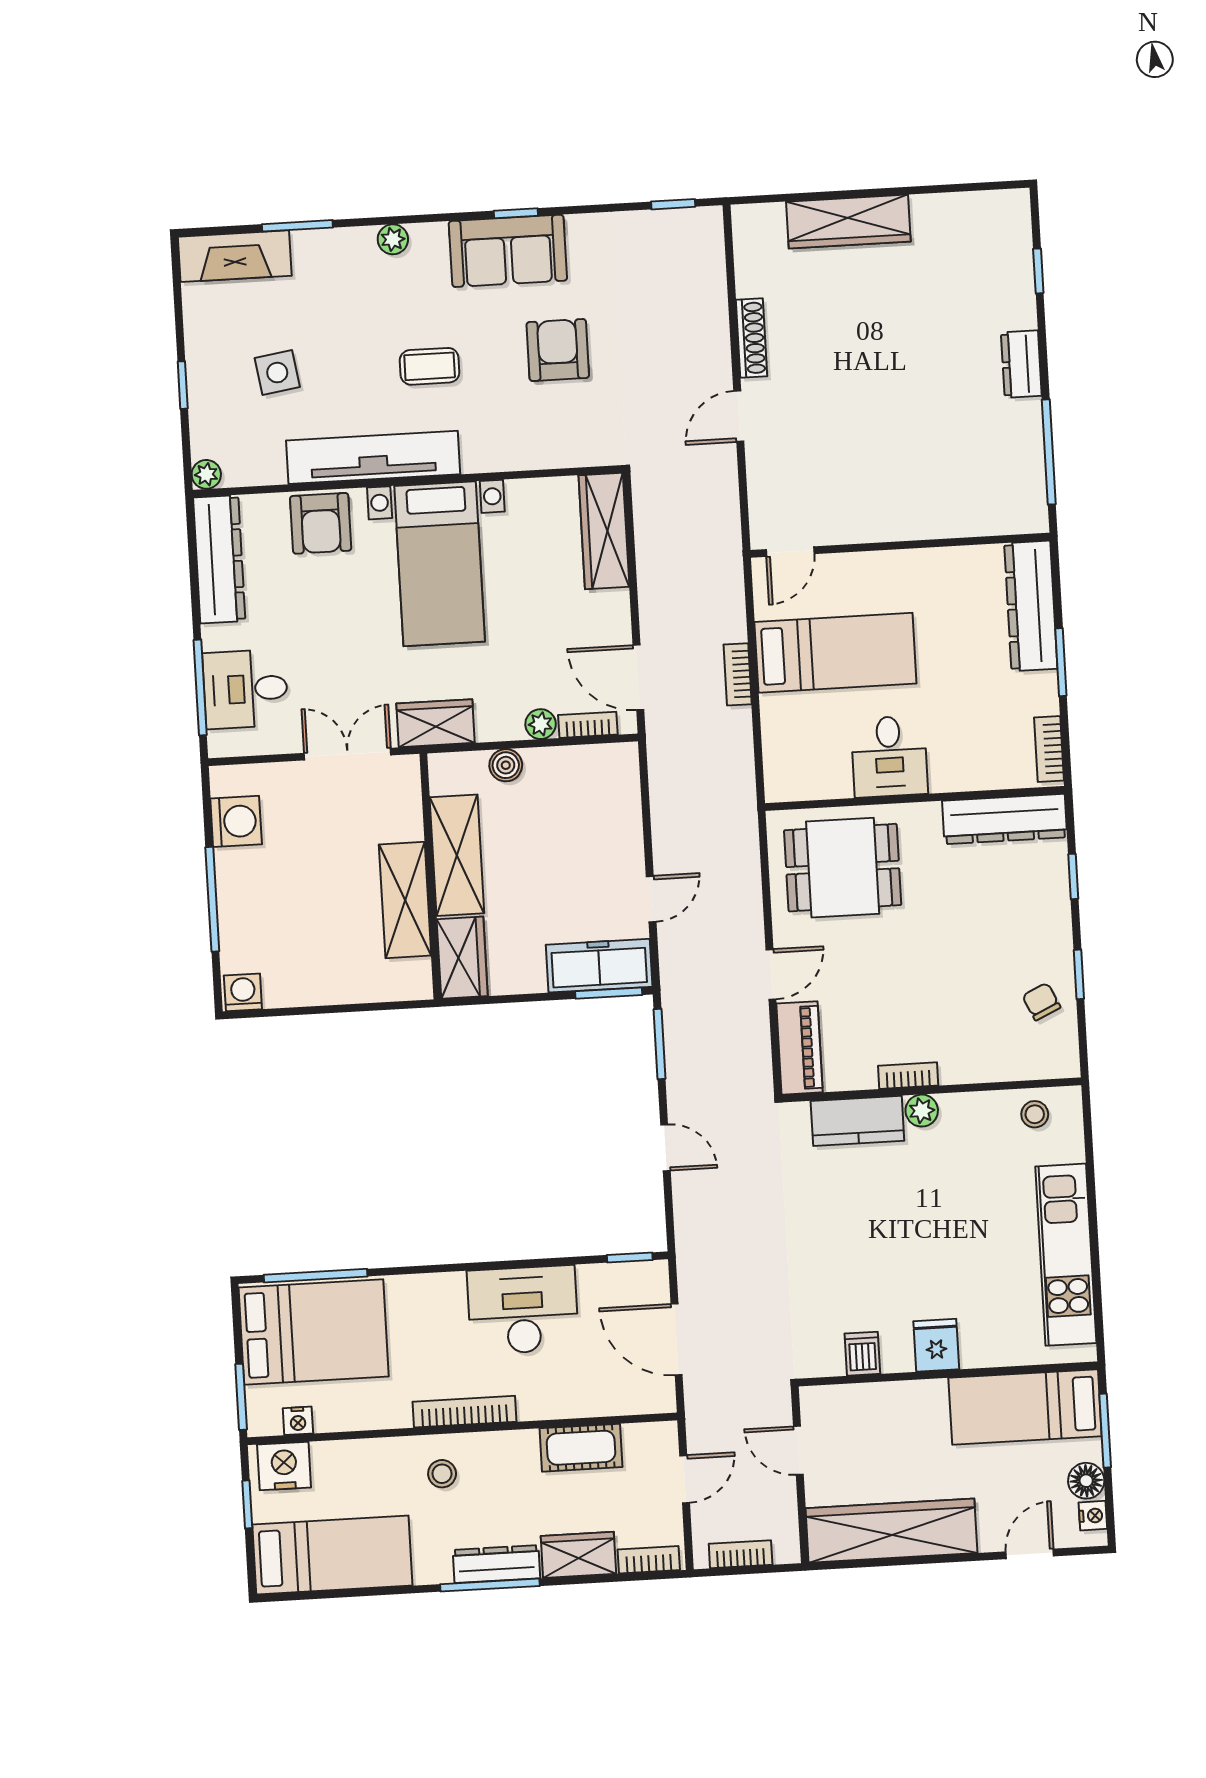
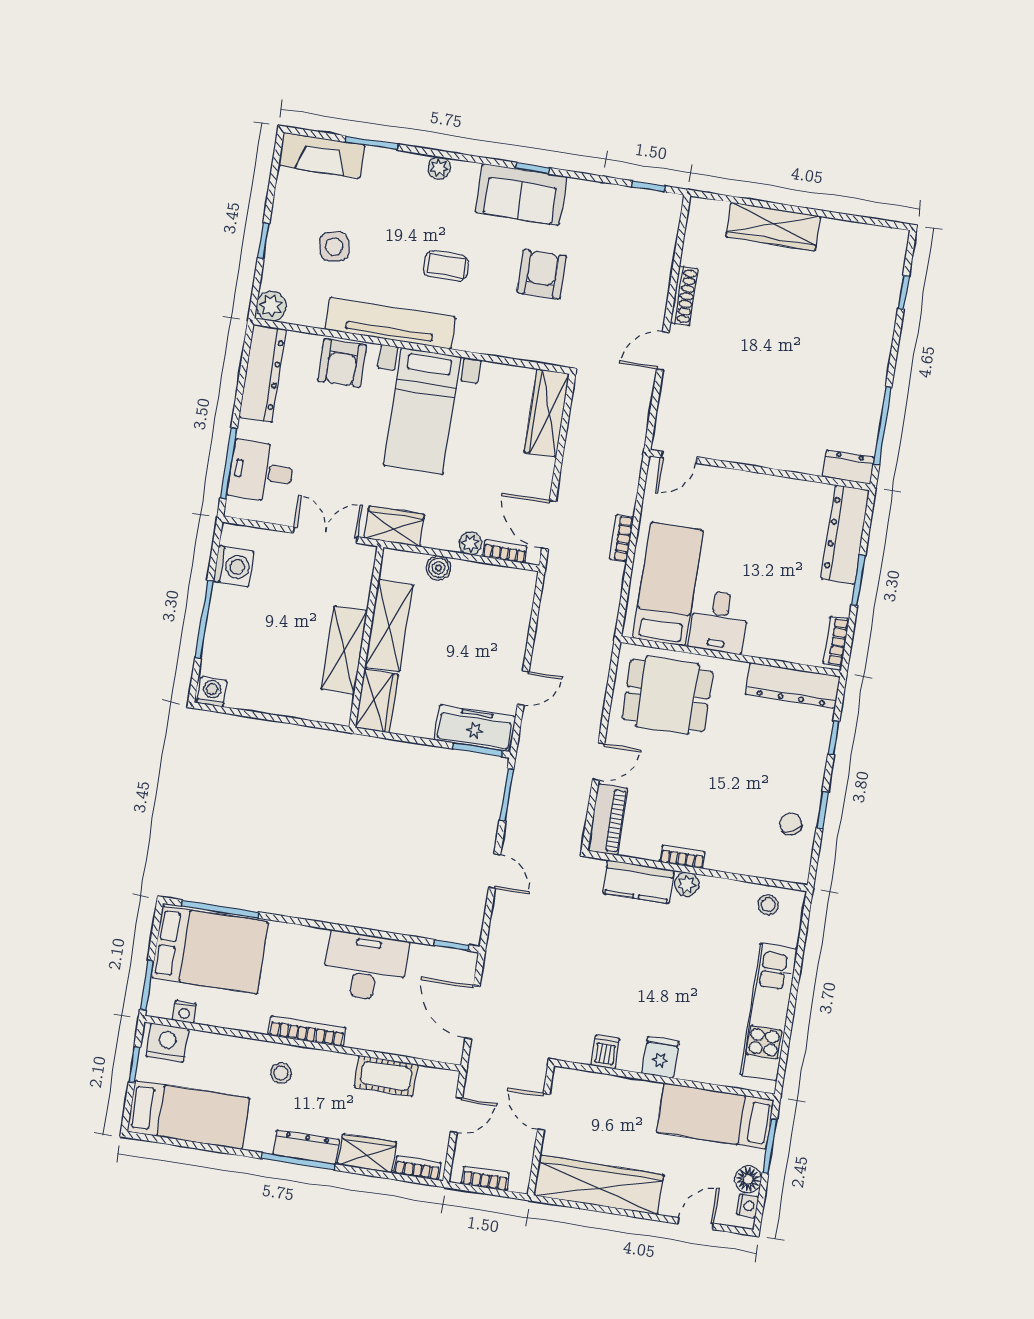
dresser: (1021, 364) -> (848, 467), moved, turned 90
plant: (206, 474) -> (271, 306), width x1.38, depth x1.38
bed: (835, 653) -> (668, 584), moved, turned -90

